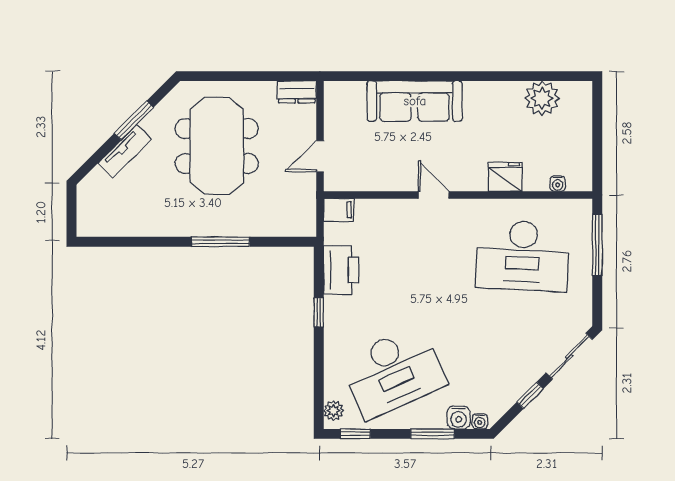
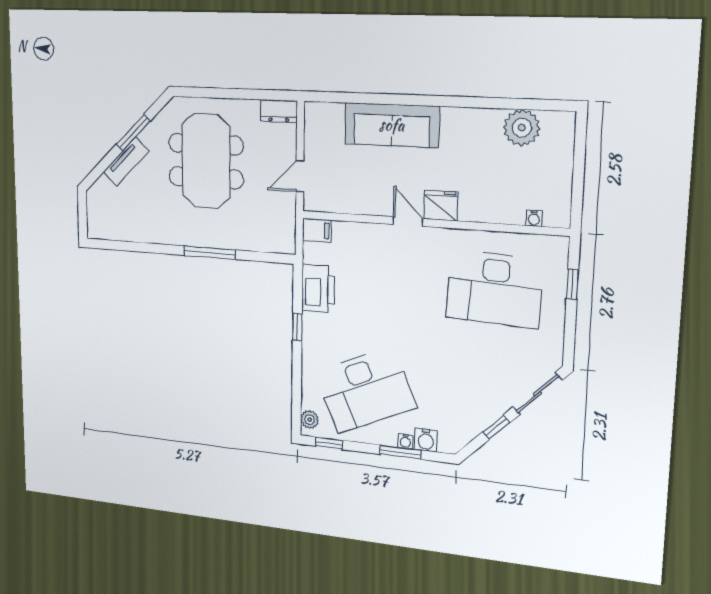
fridge: (505, 177) -> (441, 205), moved
window: (597, 245) -> (572, 284), width x0.46
water cooler: (480, 421) -> (405, 441), moved

